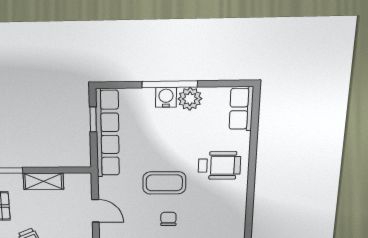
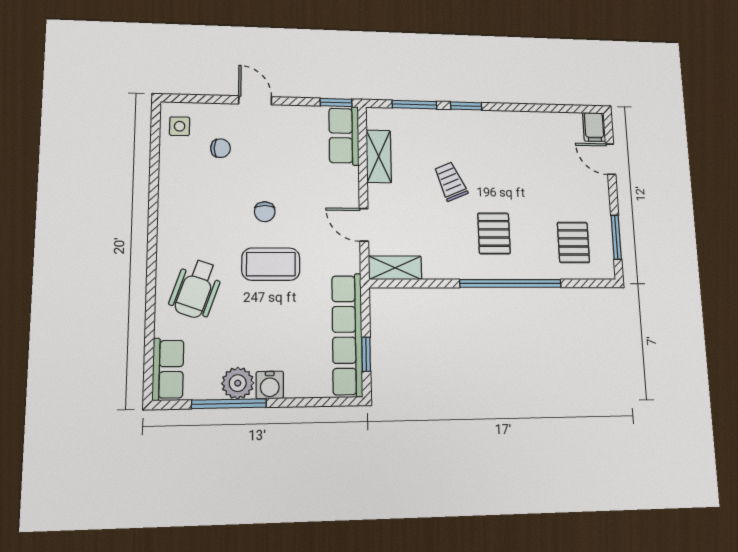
window: (170, 84) -> (229, 404), moved
wheelchair: (219, 165) -> (196, 289), turned -71
shelving: (43, 181) -> (395, 268), moved

